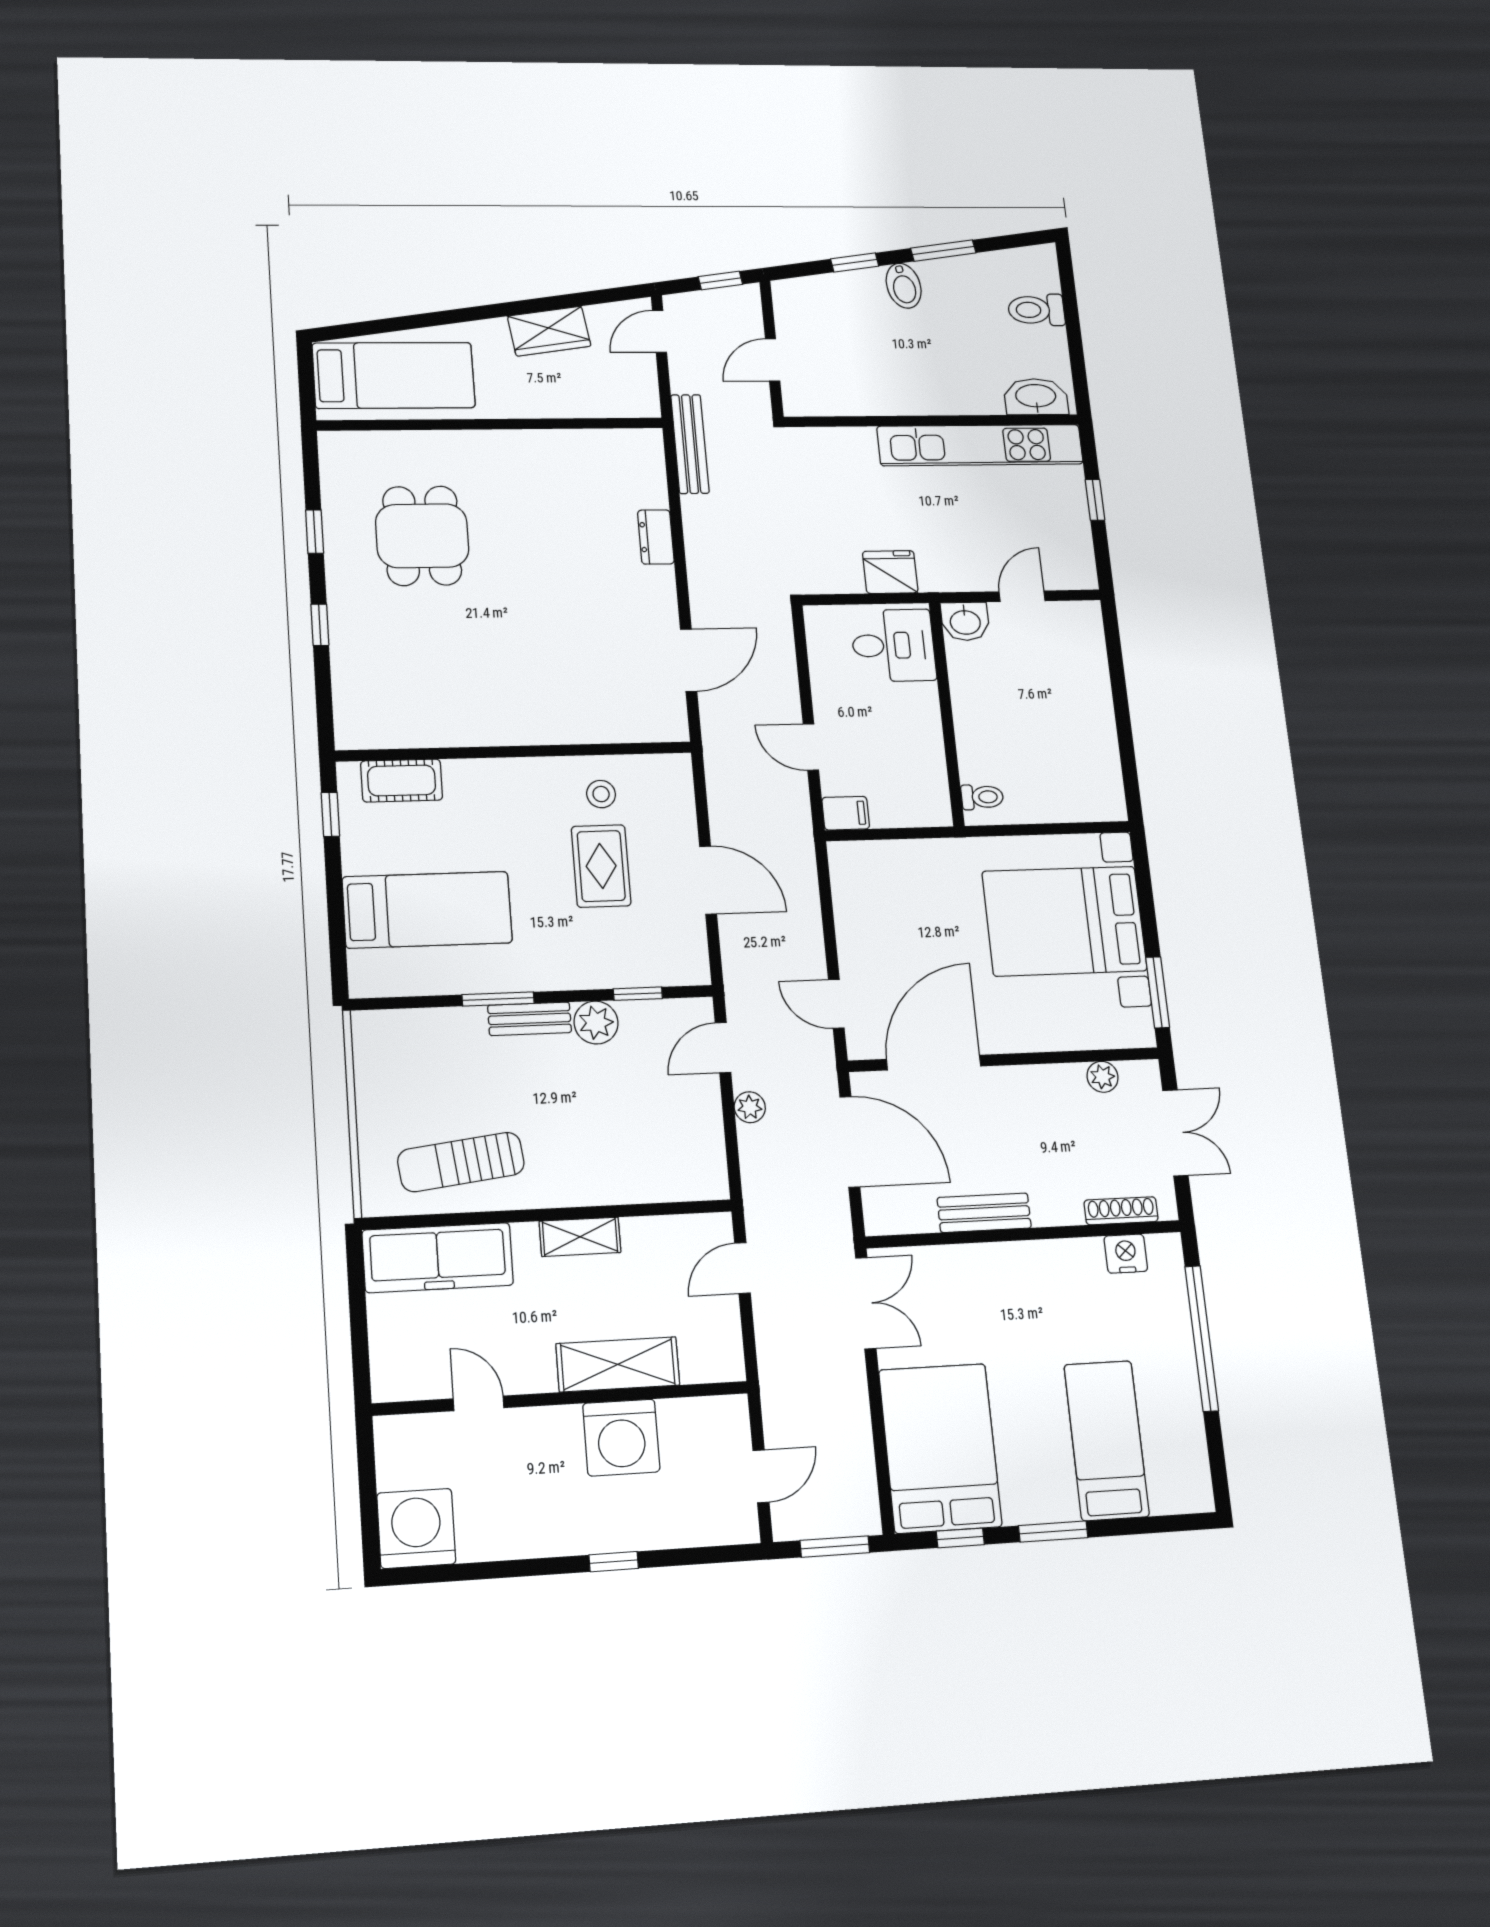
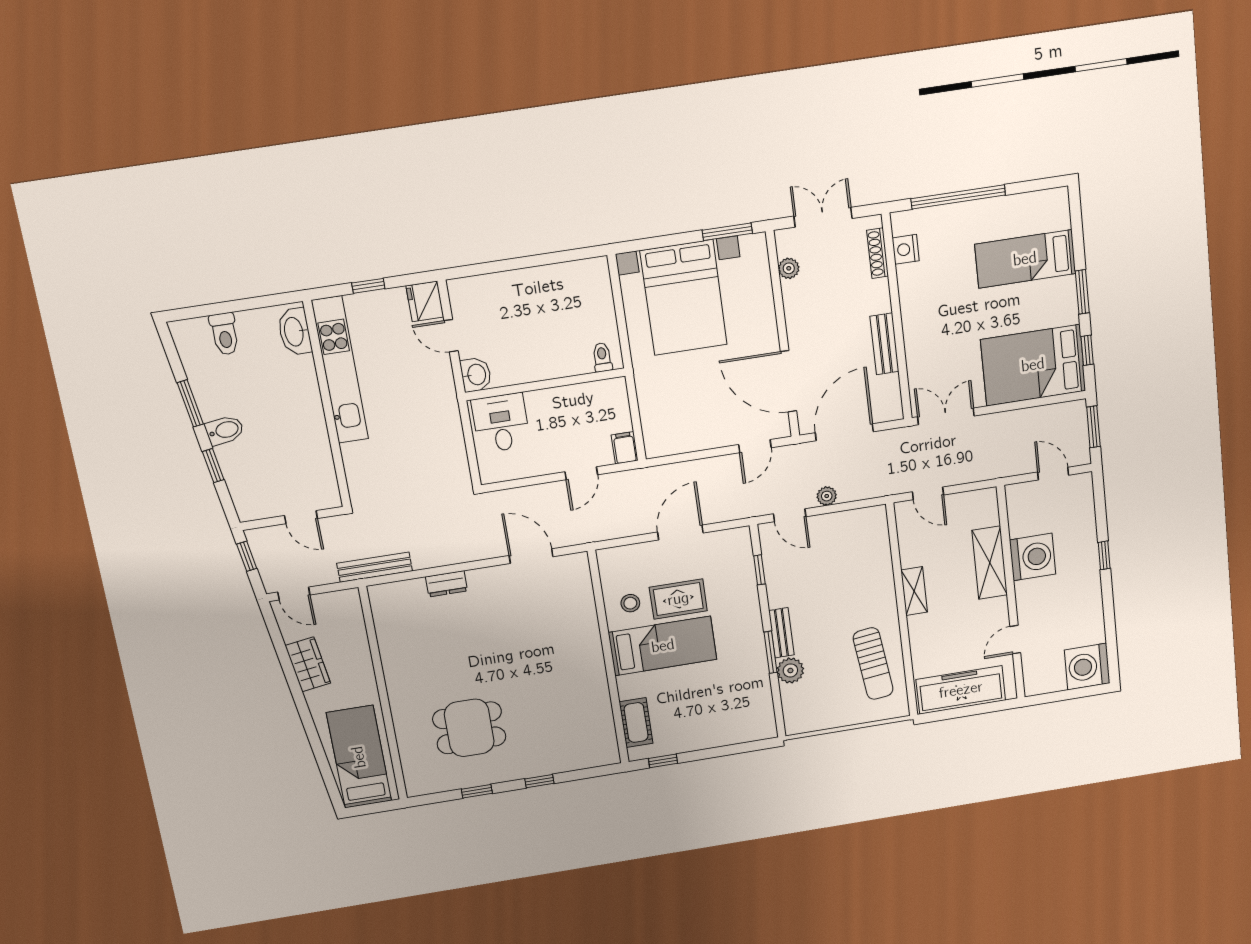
fridge: (890, 572) -> (425, 301), moved
bed: (427, 910) -> (663, 646), moved, turned 90
plant: (596, 1023) -> (790, 670), moved
freezer: (438, 1258) -> (961, 690), moved, turned -90

